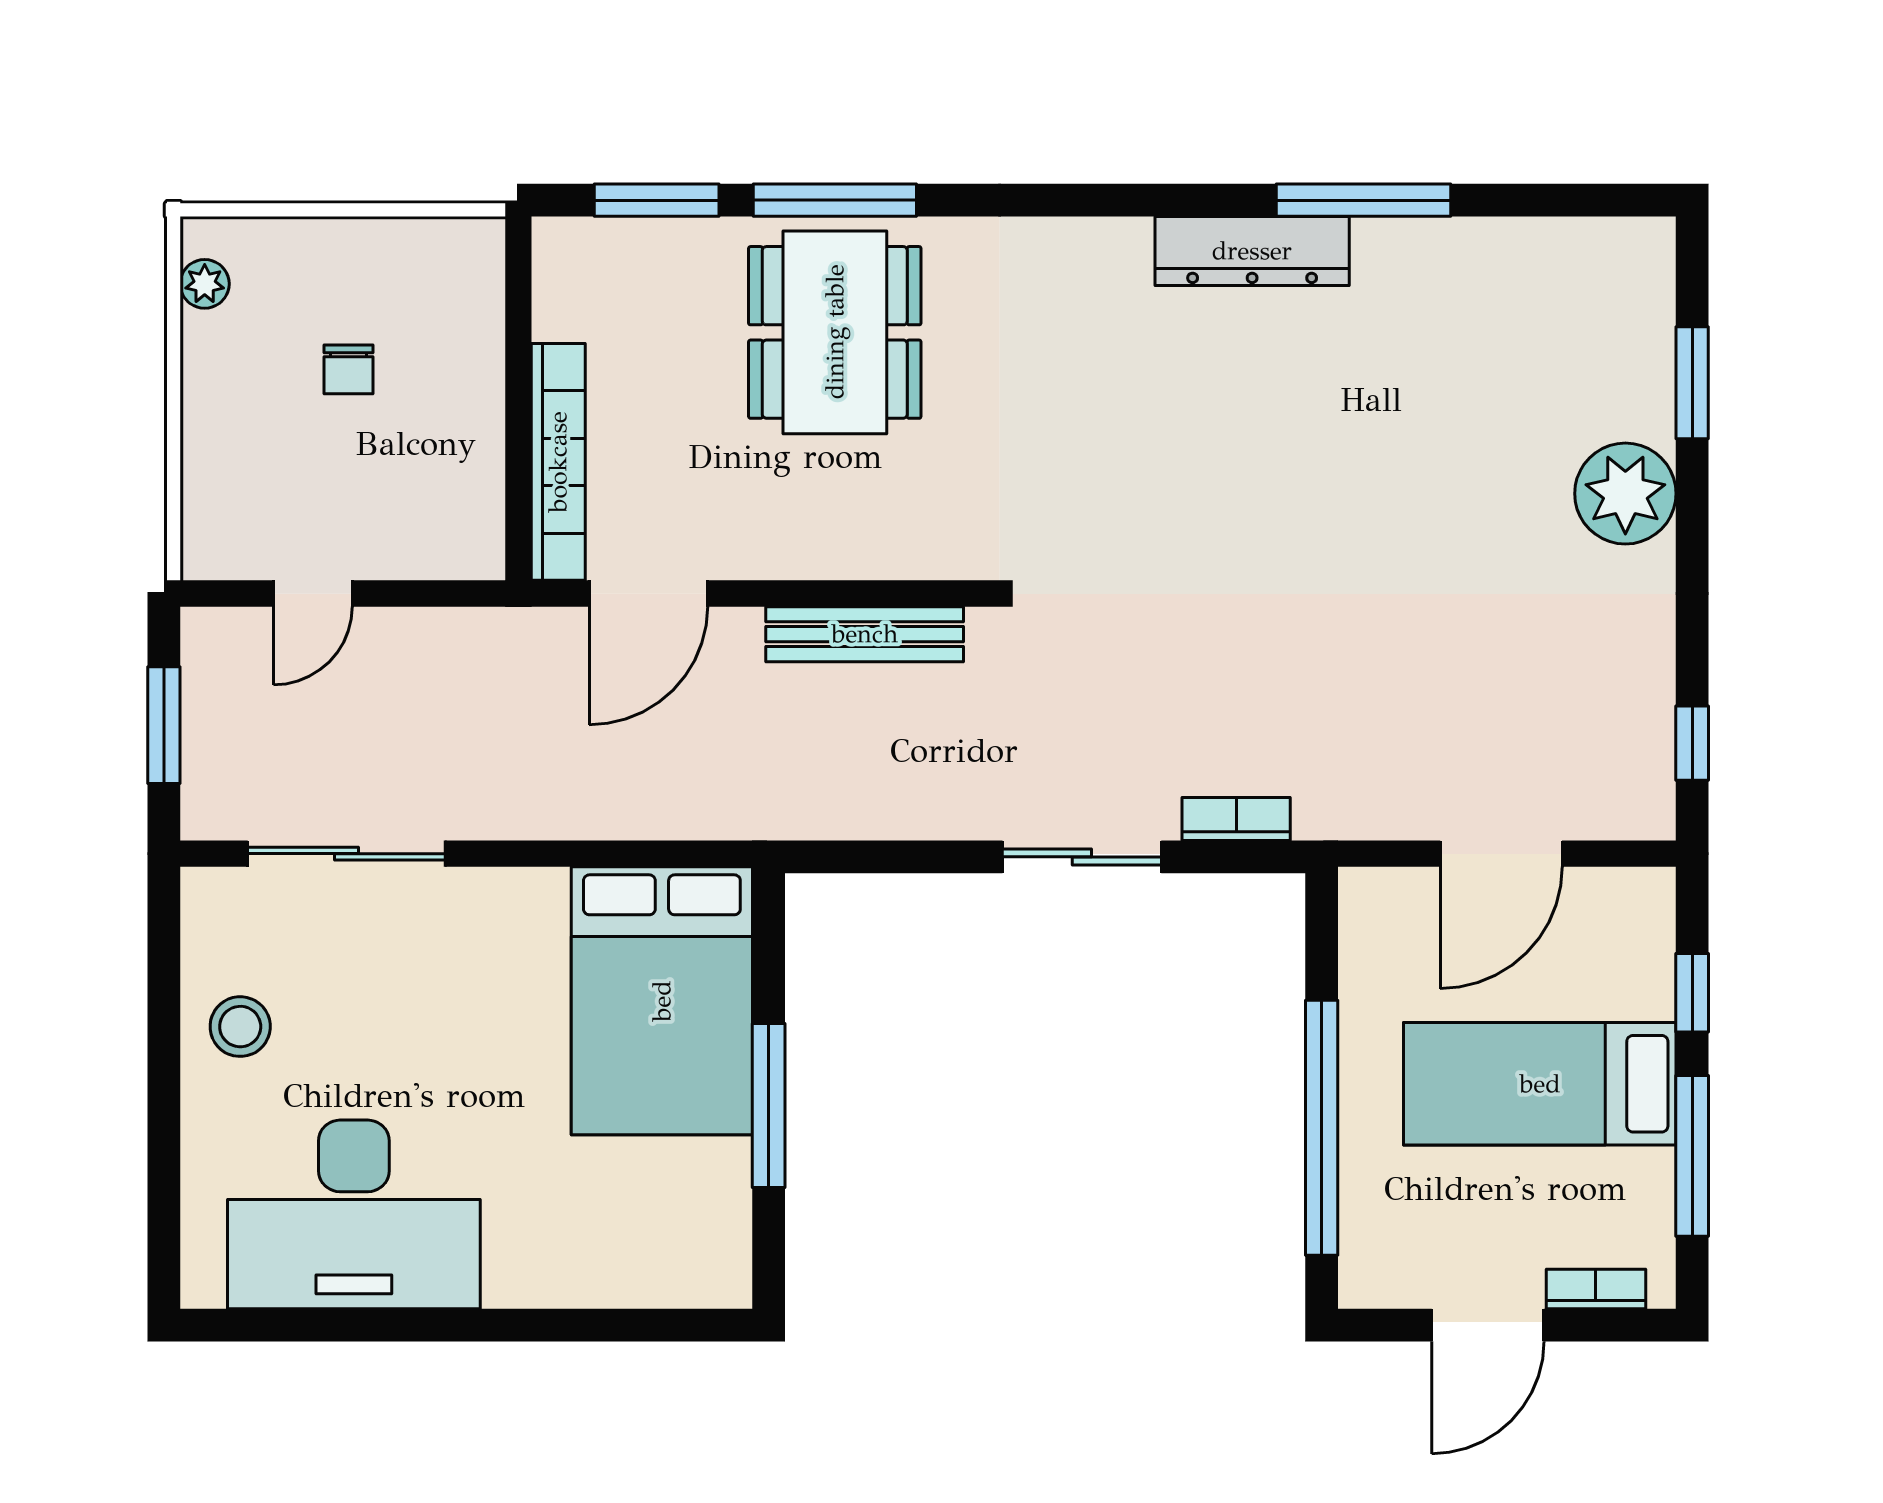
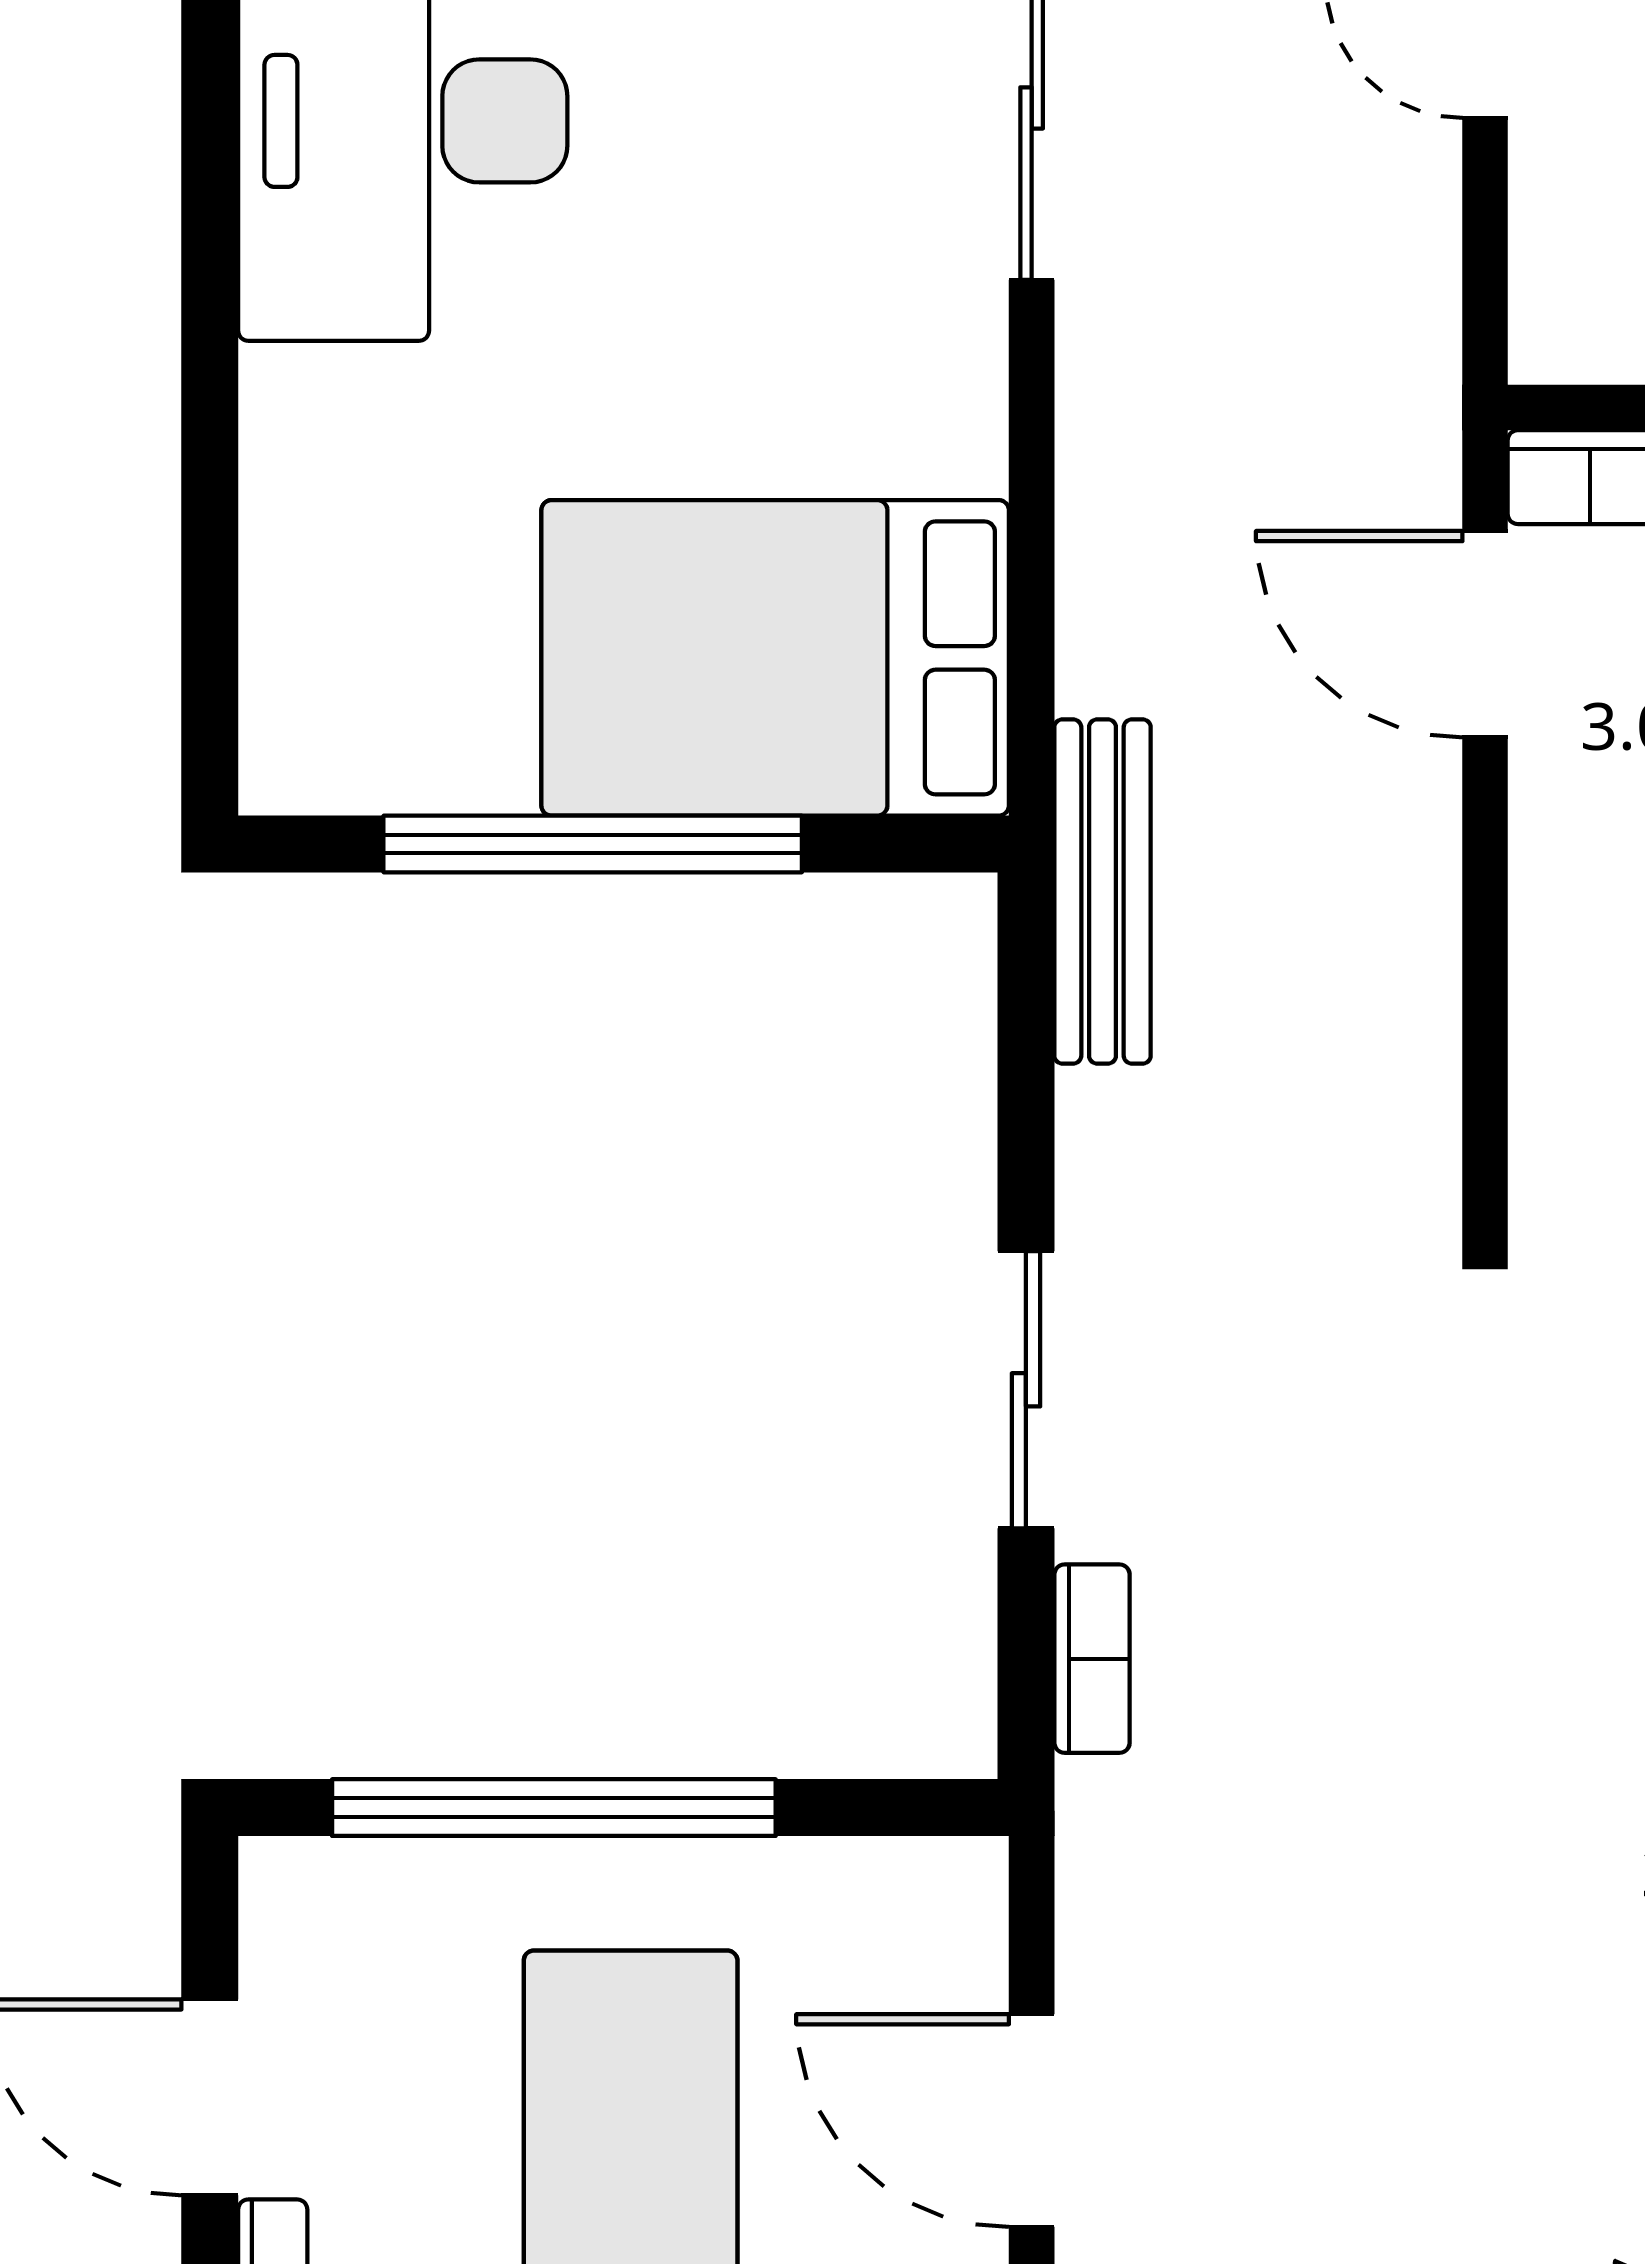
bench: (865, 634) -> (1102, 892), moved
window: (769, 1106) -> (593, 844), width x1.46

